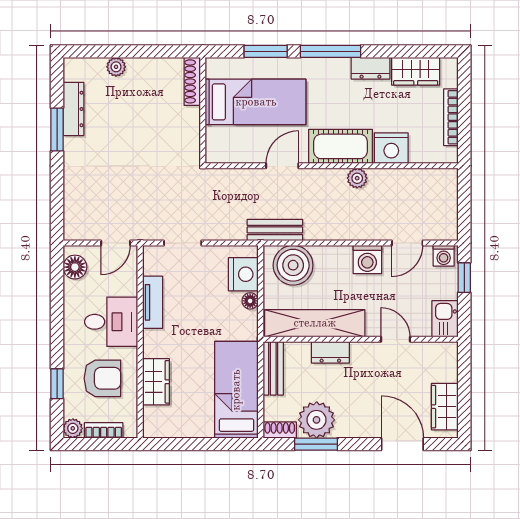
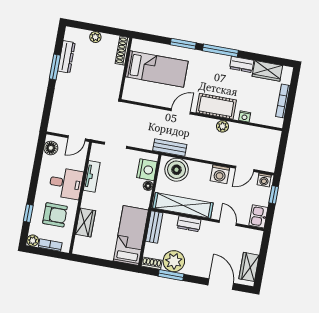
shoe rack: (192, 81) -> (122, 51), moved
bed: (256, 102) -> (157, 69), moved
wall: (203, 110) -> (125, 68), moved
nightstand: (391, 148) -> (245, 117), width x0.53, depth x0.56

